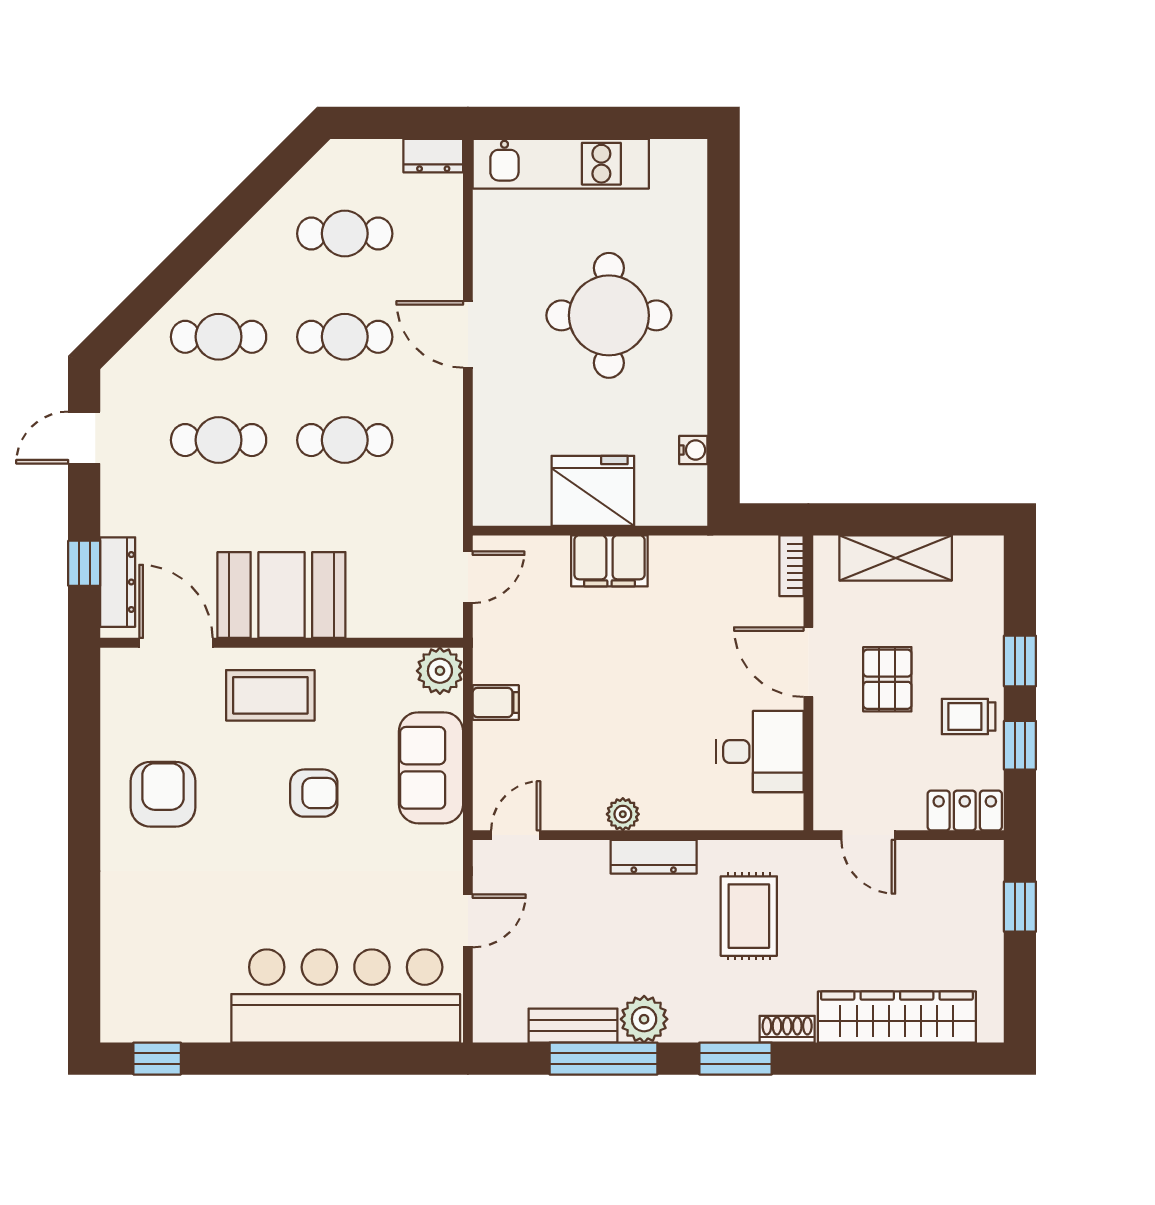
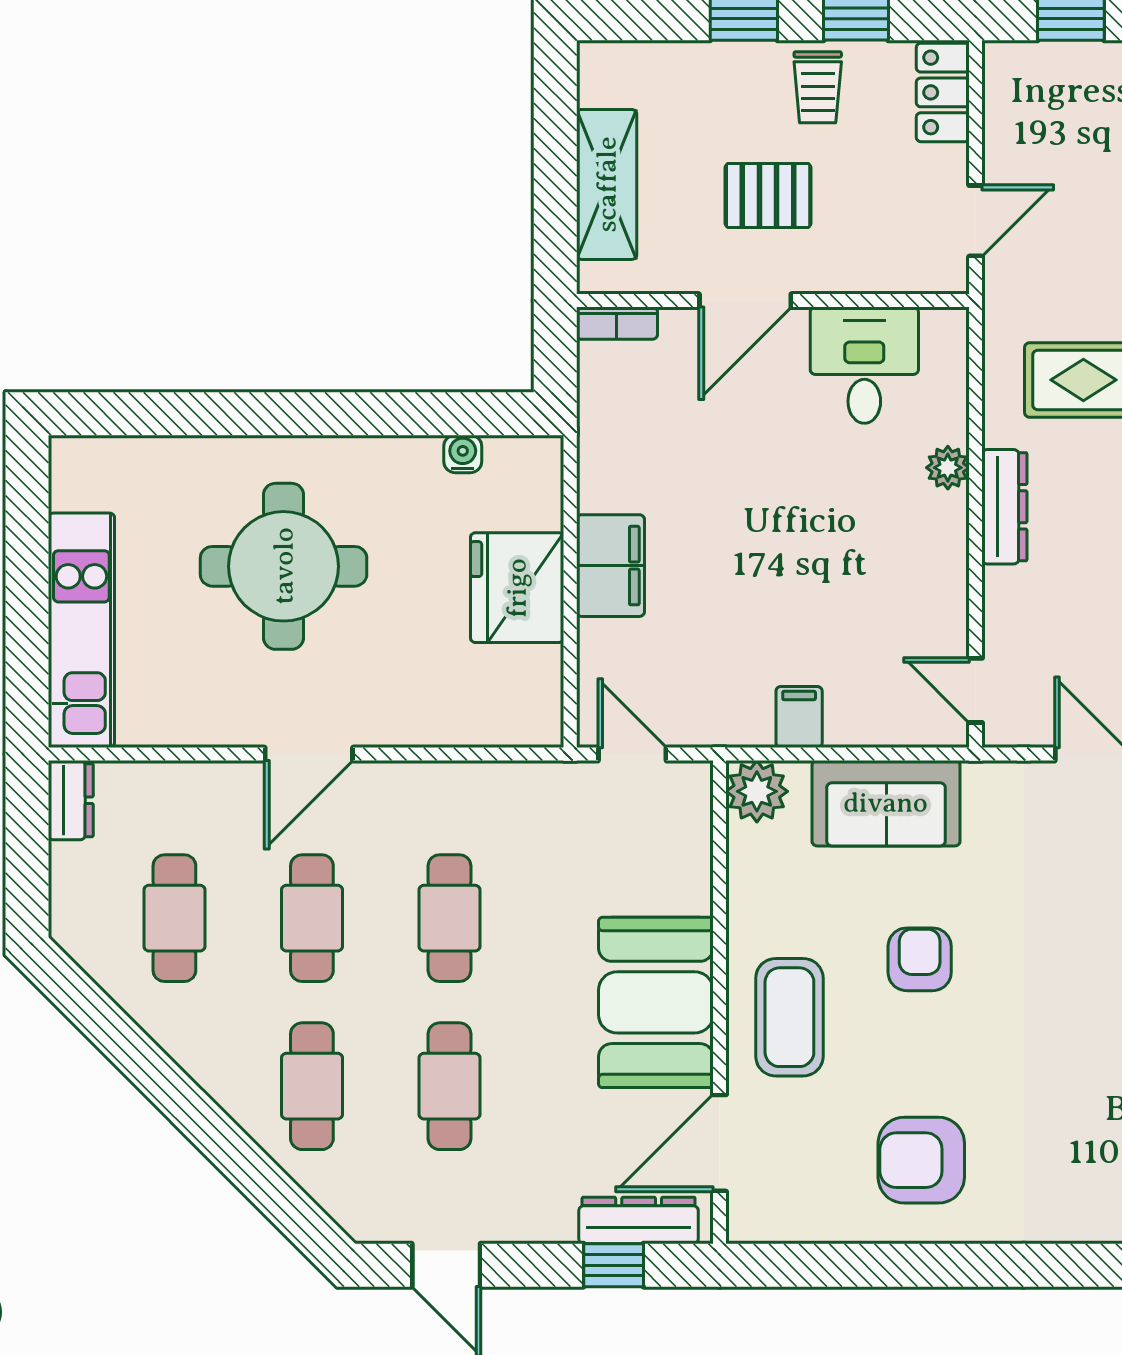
plant: (623, 814) -> (948, 468), moved

